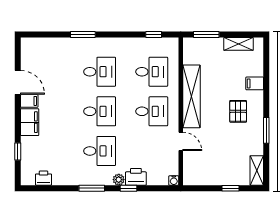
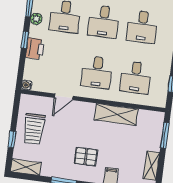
shelving: (192, 96) -> (116, 114), width x0.68
trolley: (217, 167) -> (34, 129), added
plant: (119, 180) -> (36, 19), moved

